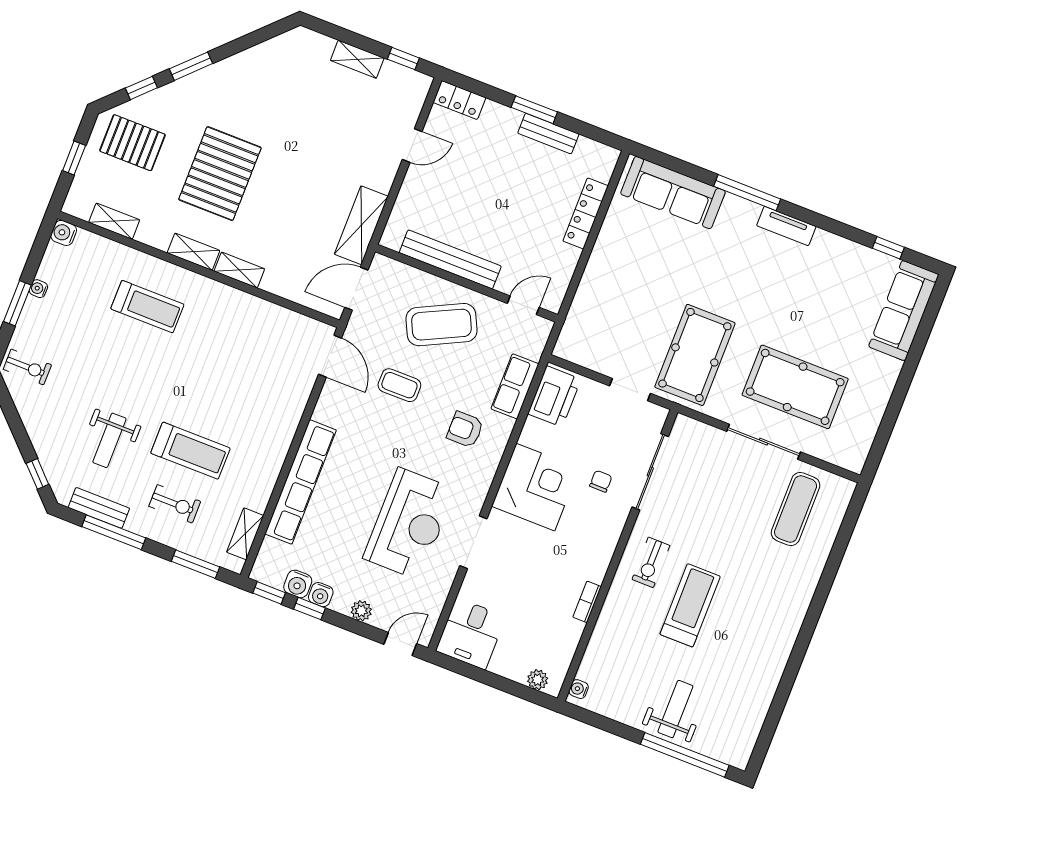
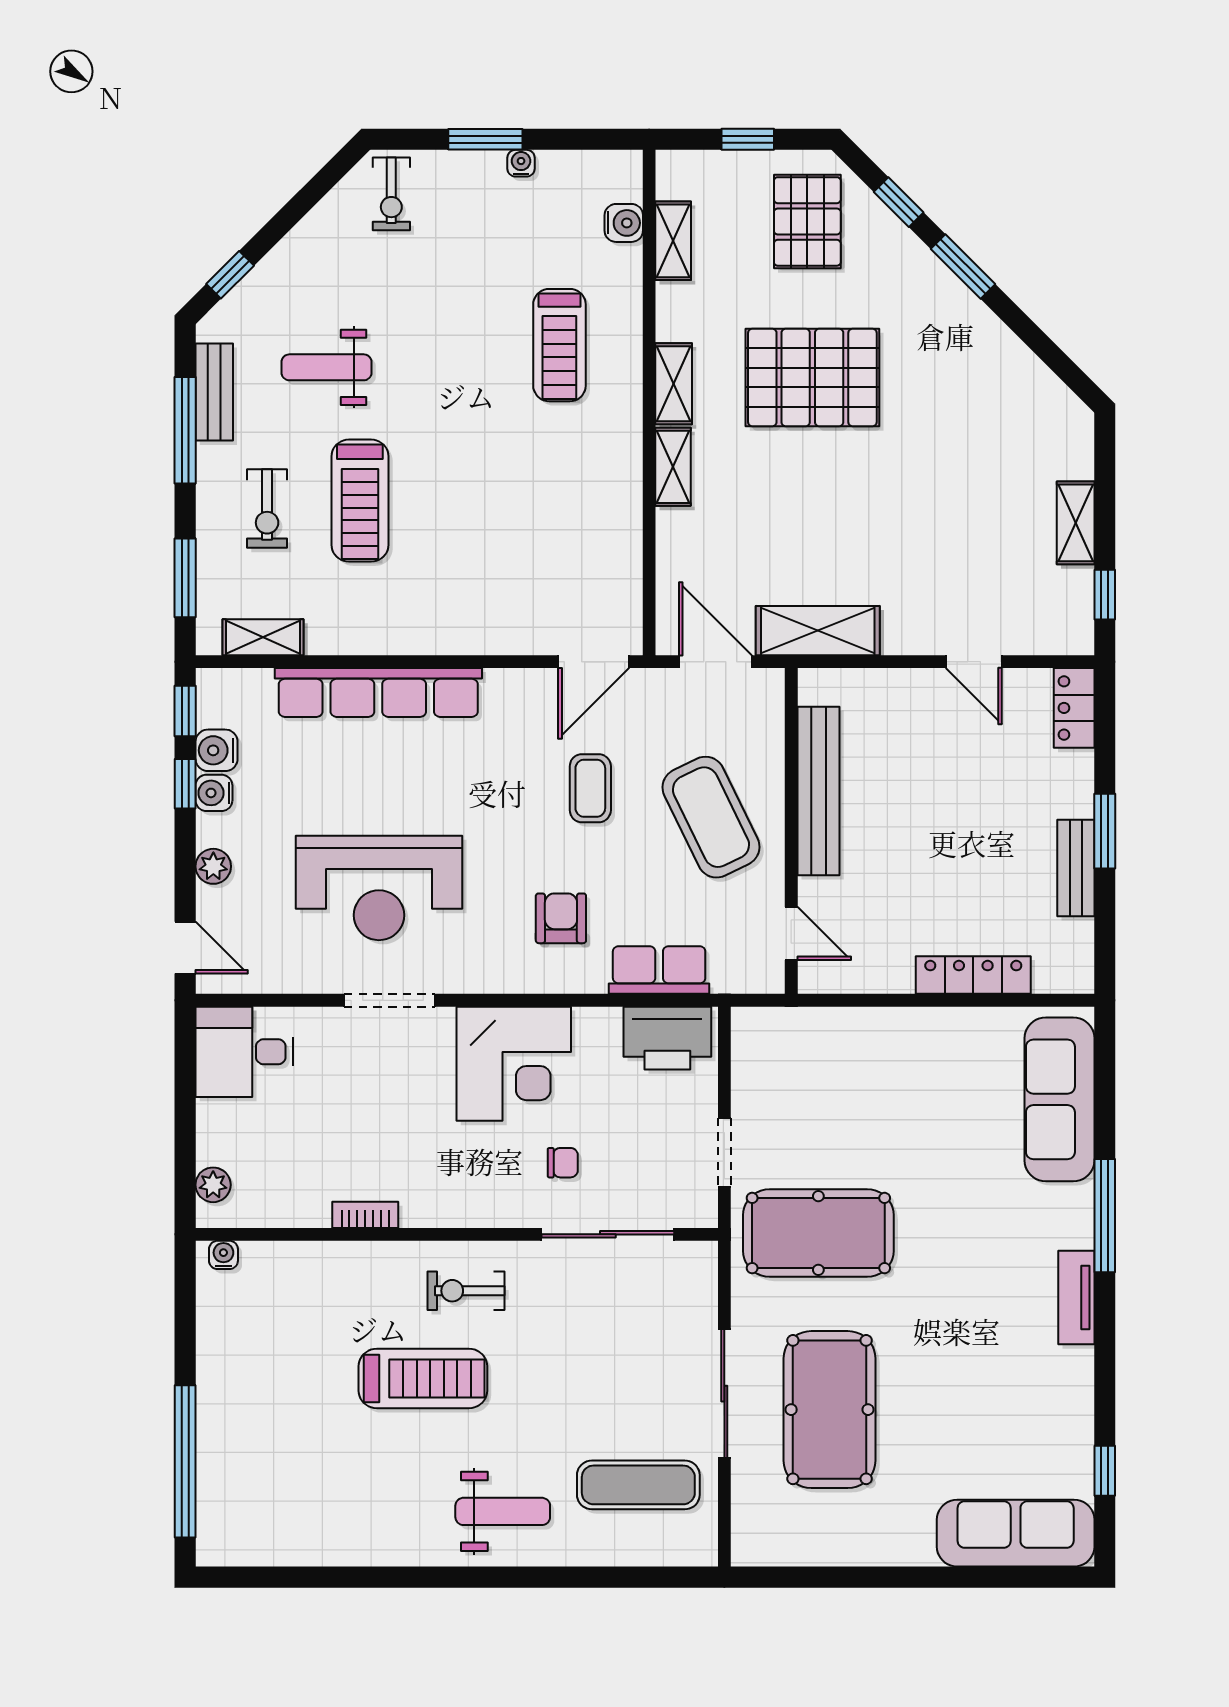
water cooler: (64, 233) -> (624, 223), moved, turned 90
weight bench: (675, 709) -> (503, 1511), moved

